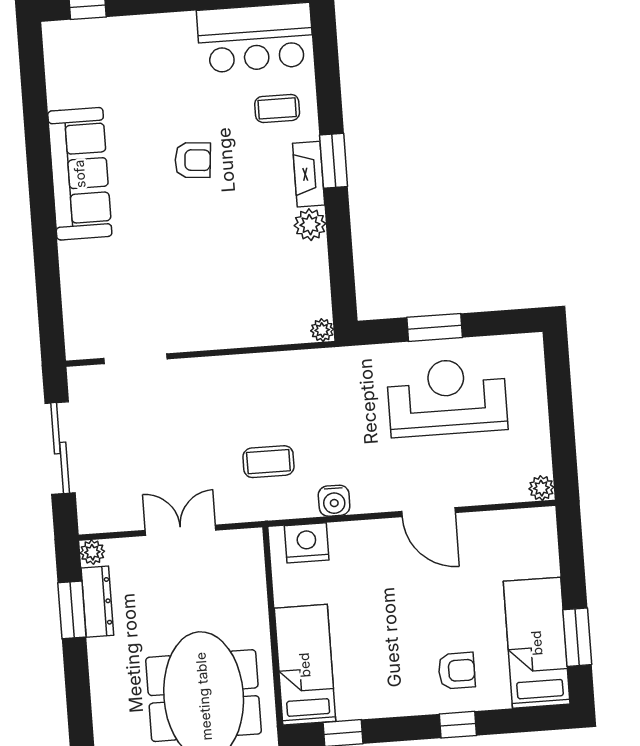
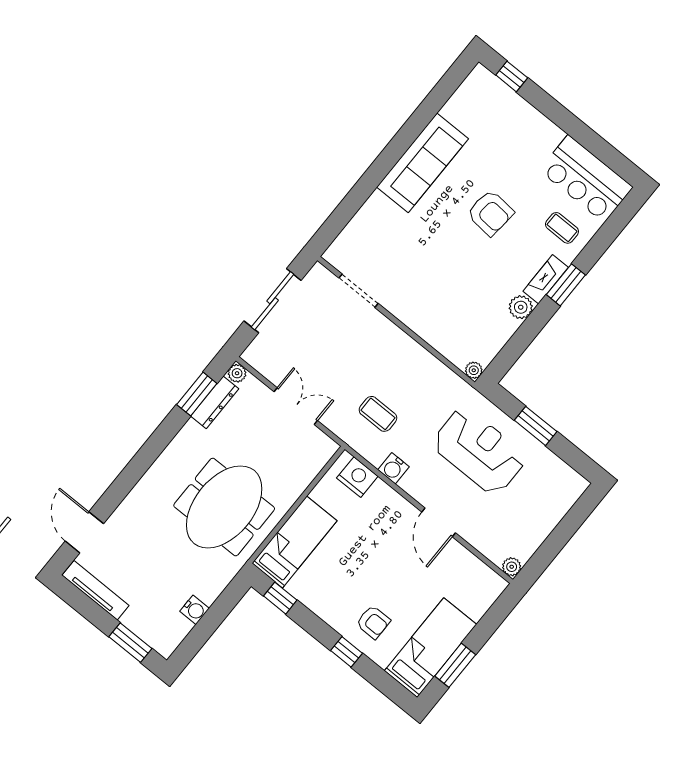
armchair: (193, 160) -> (490, 213), width x1.38, depth x1.38
reception desk: (447, 397) -> (479, 451), moved

